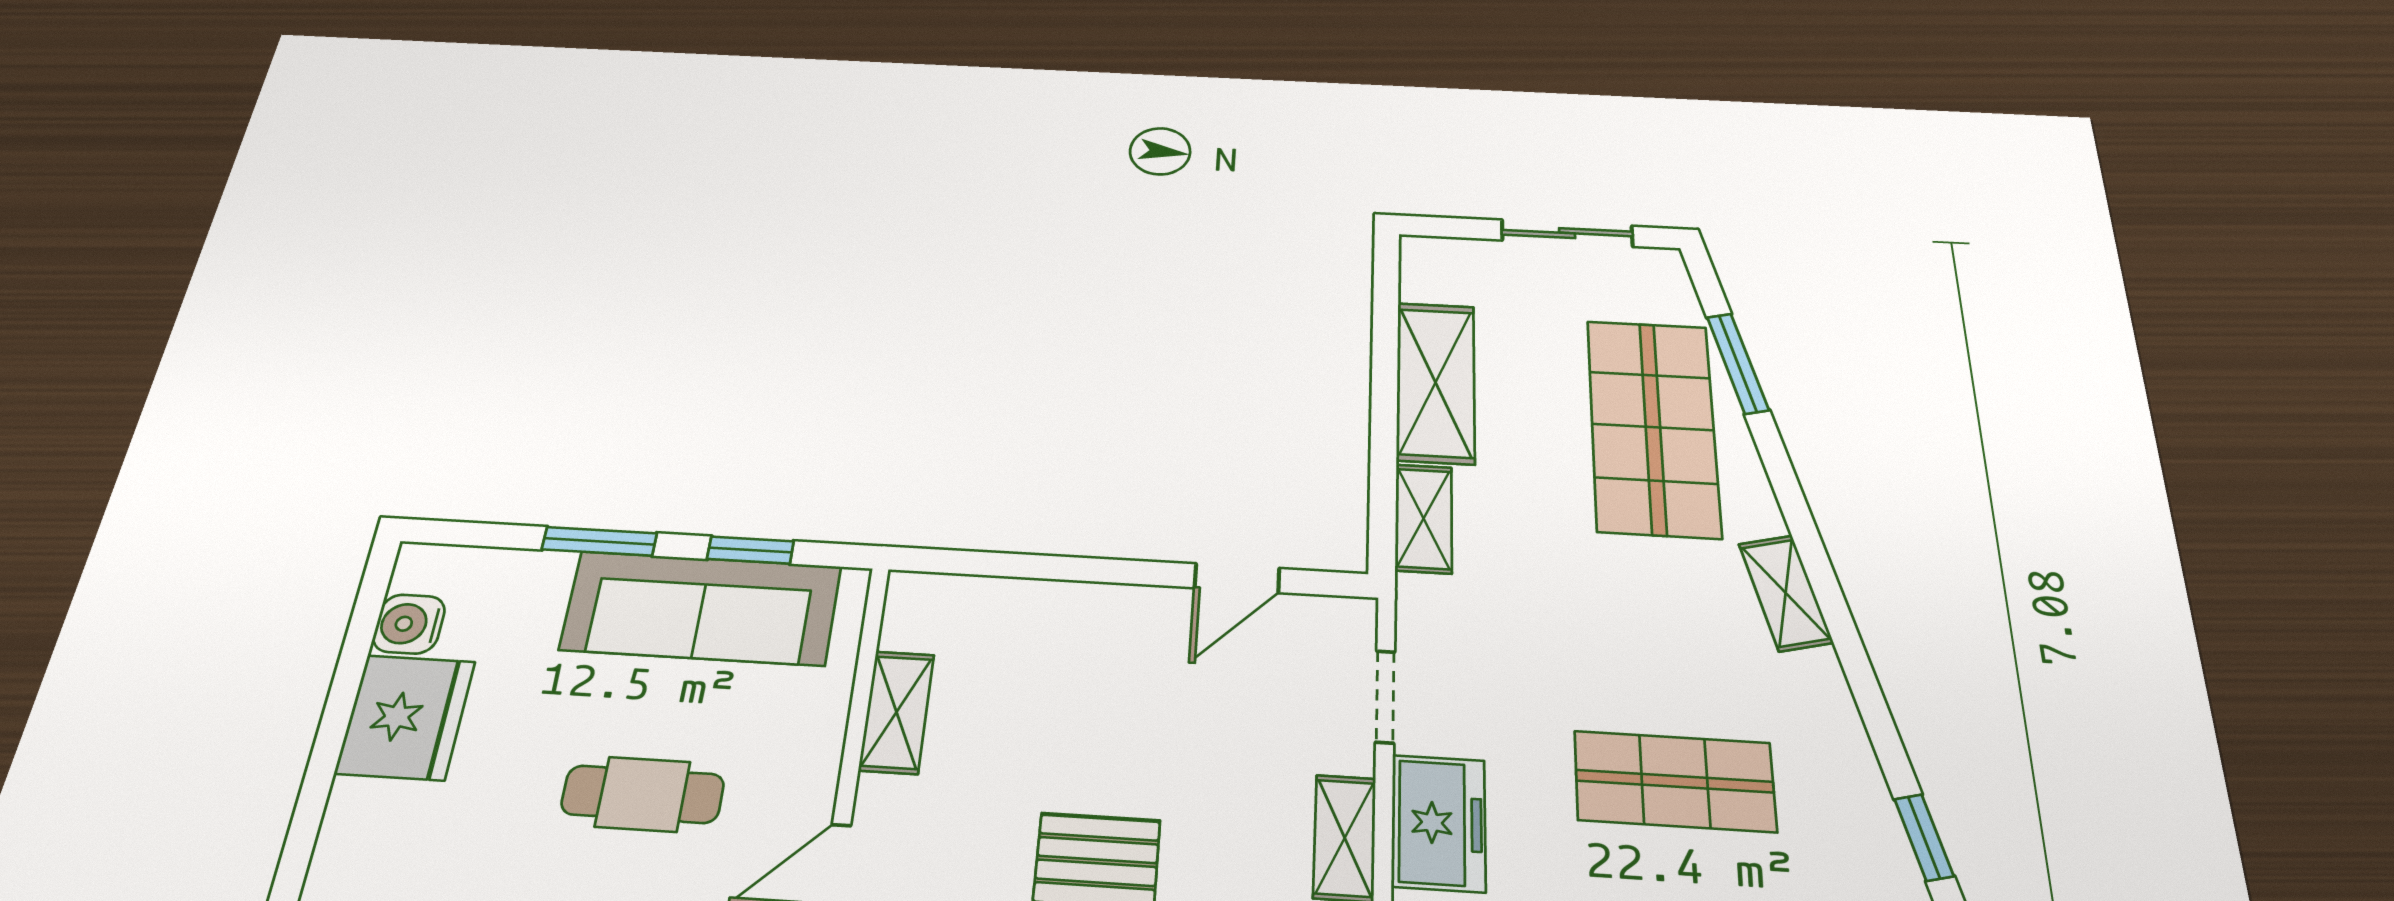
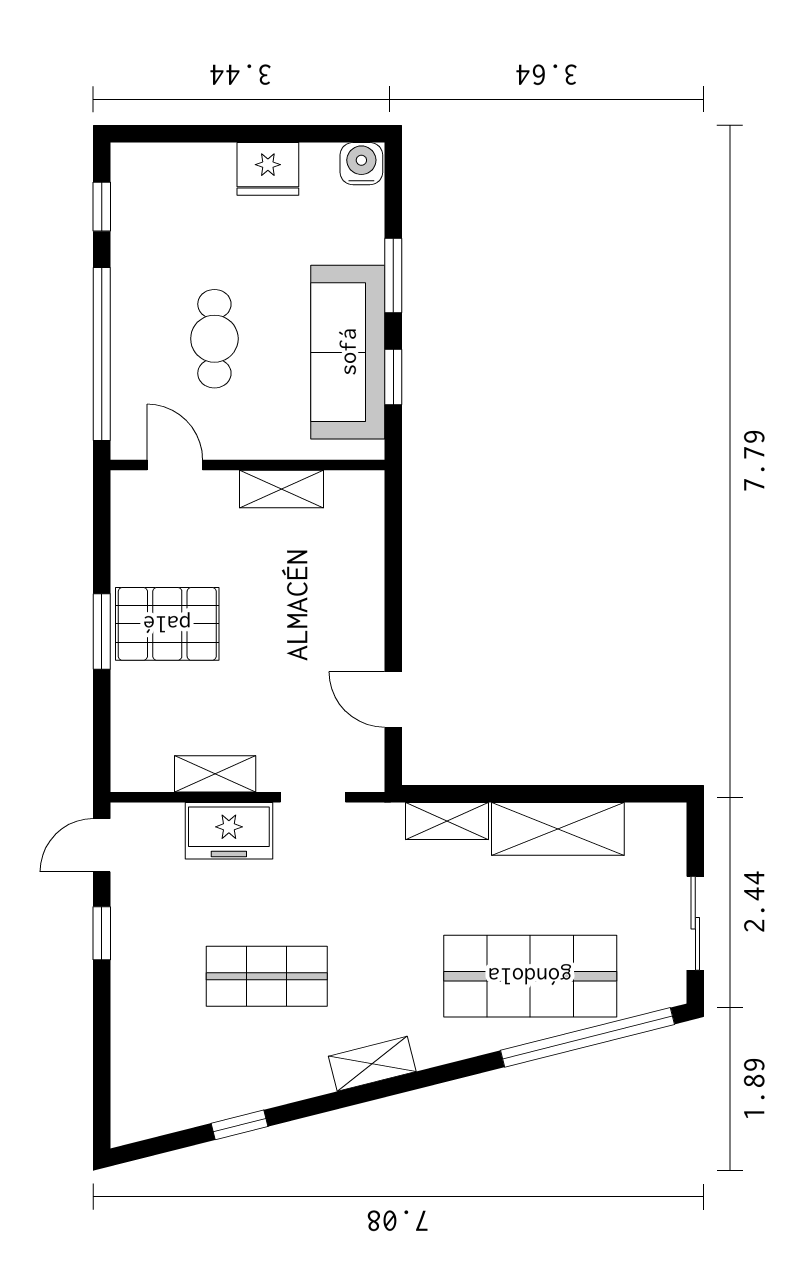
window: (1738, 363) -> (587, 1037), width x2.11
shelving: (1786, 593) -> (372, 1064), moved
water cooler: (409, 624) -> (361, 164), moved
fridge: (405, 717) -> (268, 169), width x0.73, depth x0.75
shop shelf: (1675, 781) -> (267, 976), turned 90

